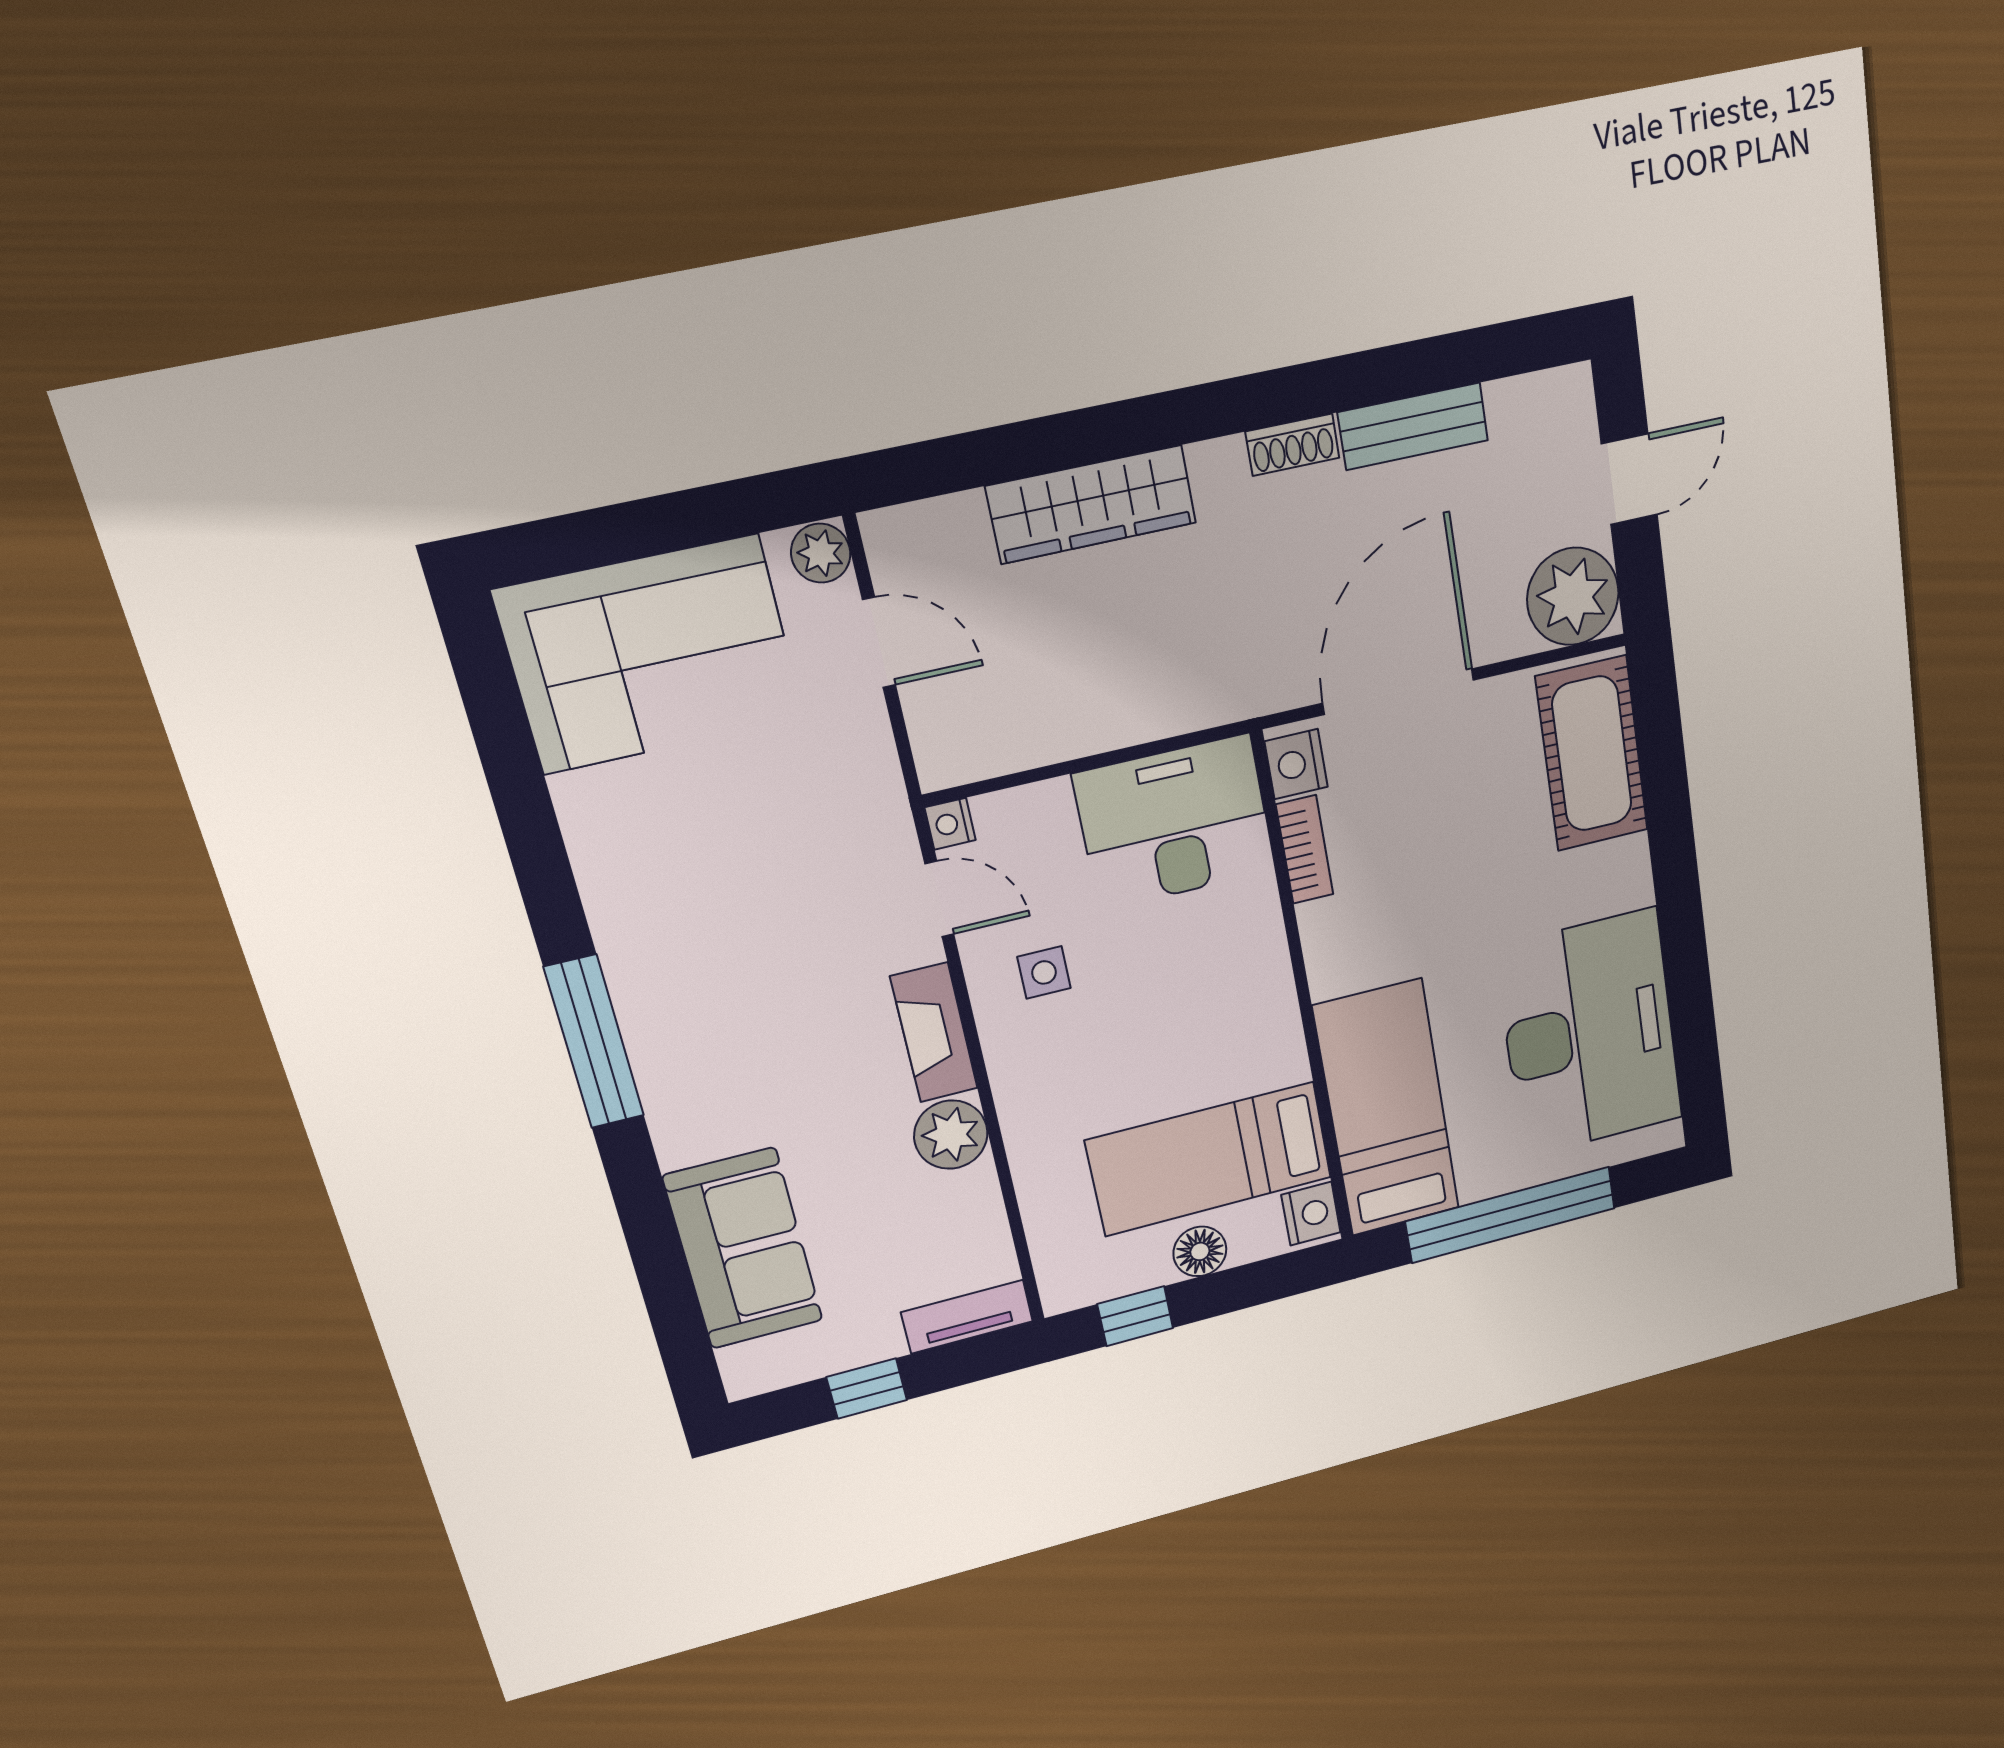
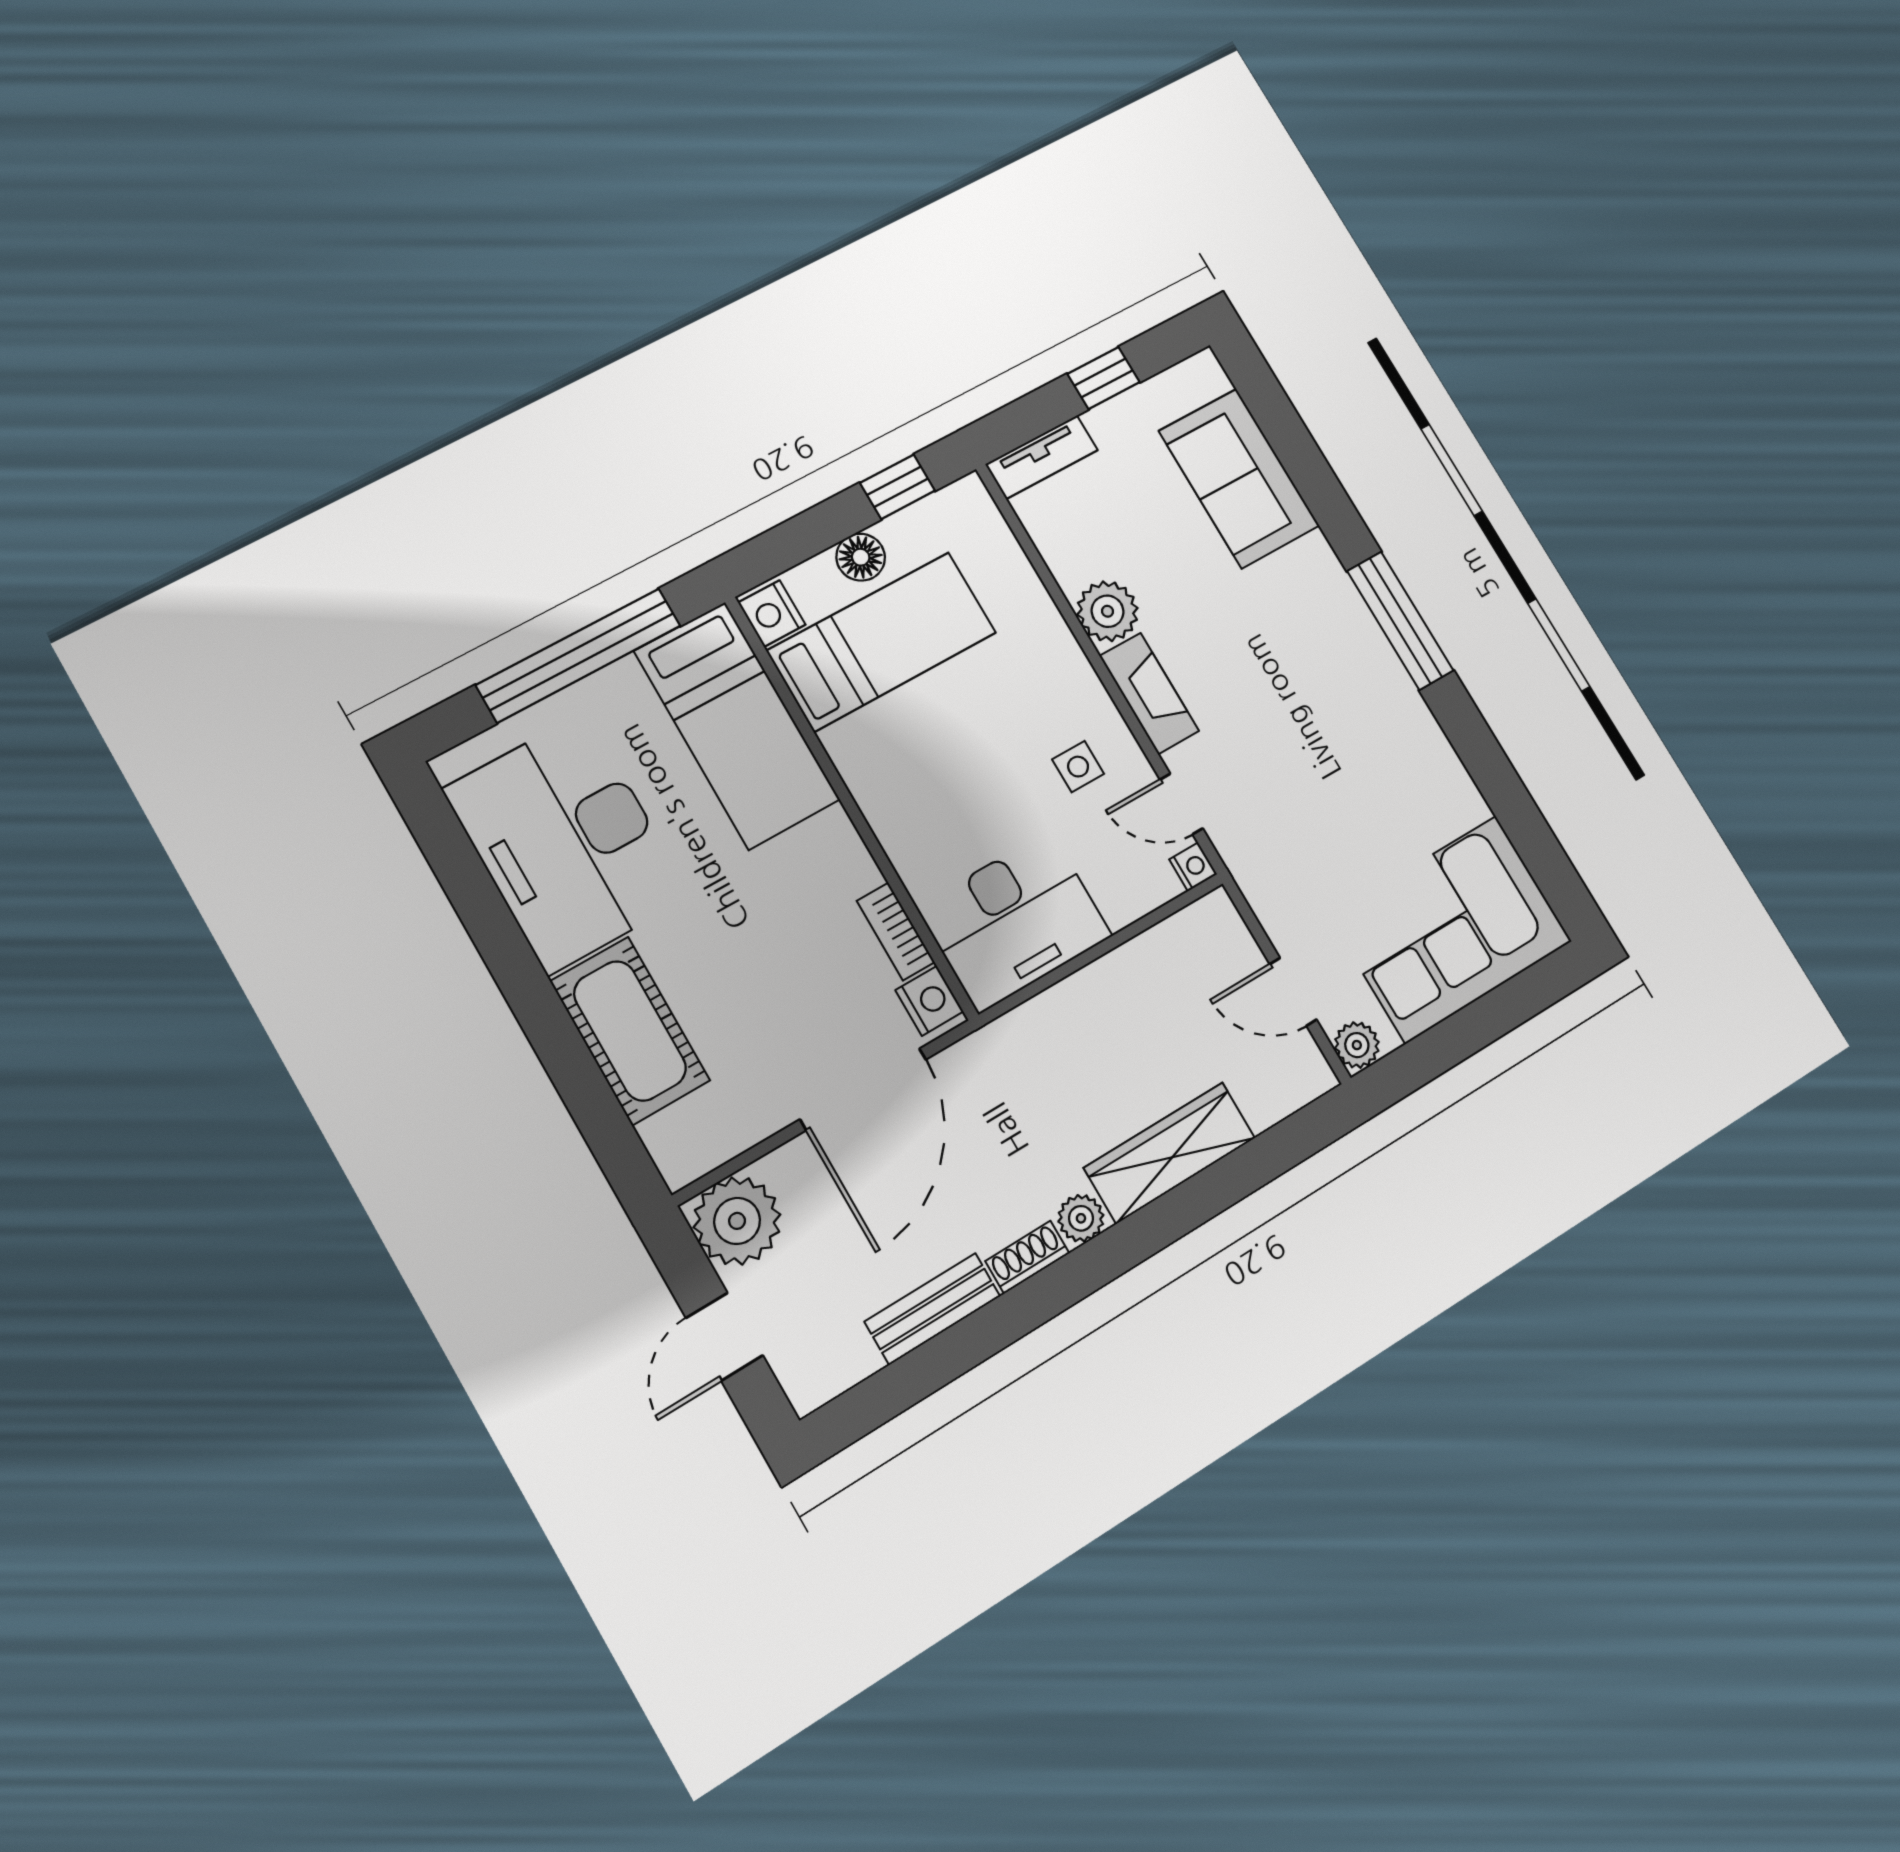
plant: (1218, 466) -> (1081, 1218), added
cot: (1592, 754) -> (630, 1031), moved

